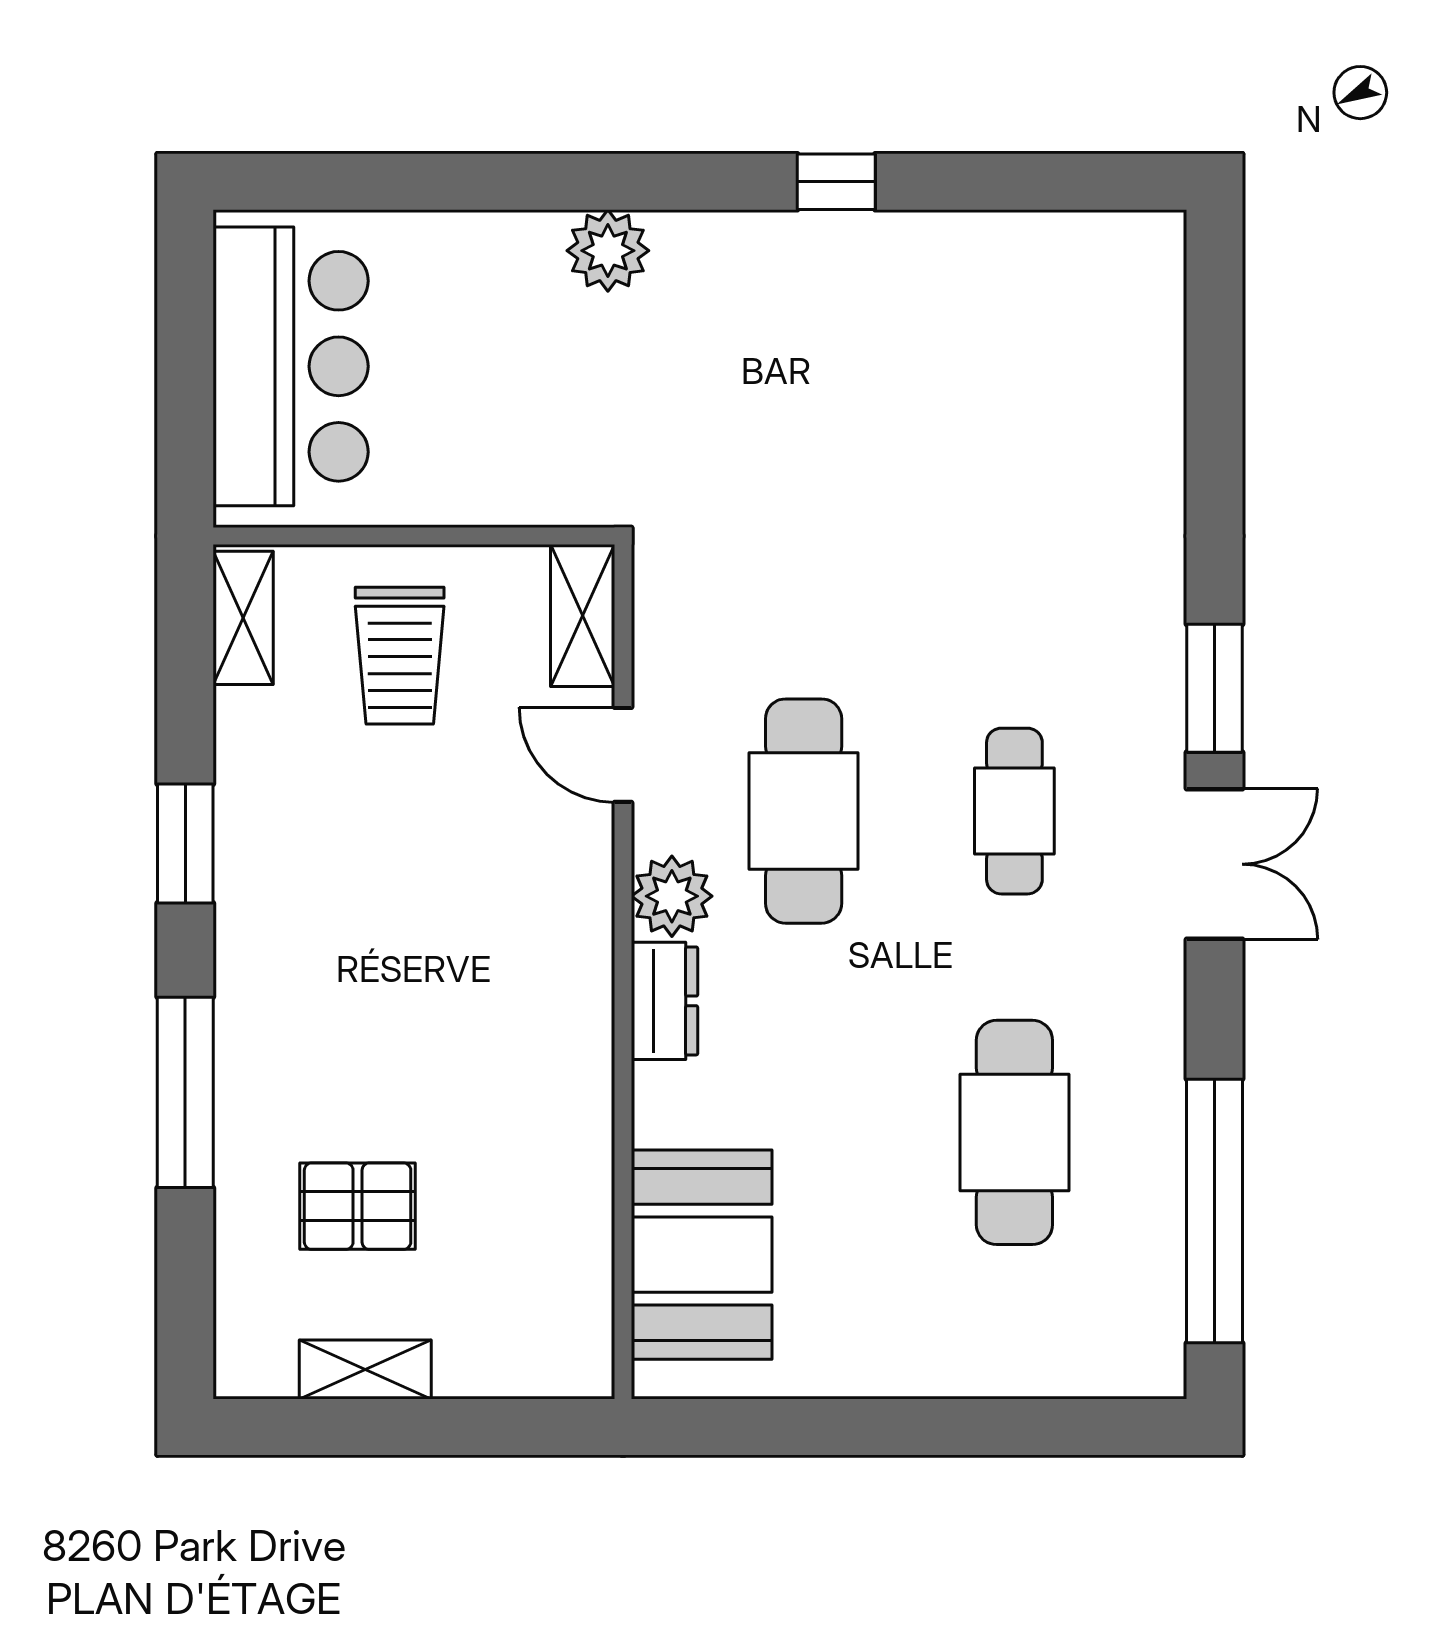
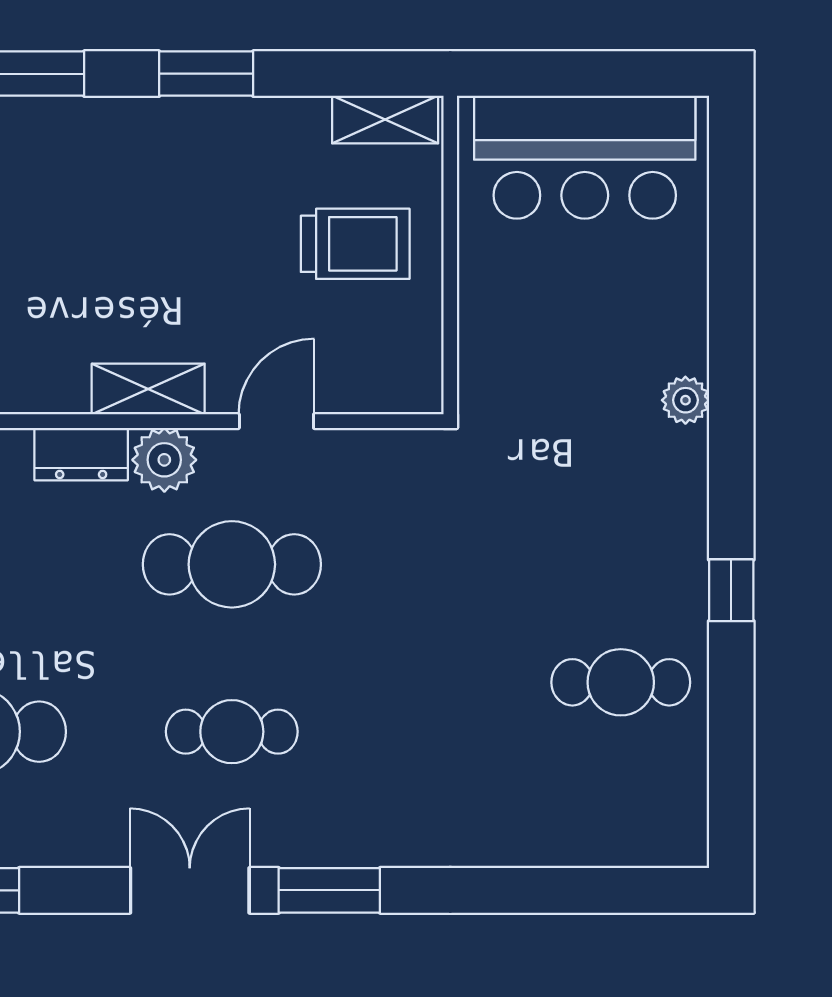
plant: (608, 251) -> (685, 400), width x0.73, depth x0.73
cafe table: (952, 321) -> (621, 682), added
shelving: (583, 616) -> (148, 389), moved
trolley: (400, 656) -> (355, 244), turned 180
double door: (1214, 864) -> (190, 890), swing flipped

